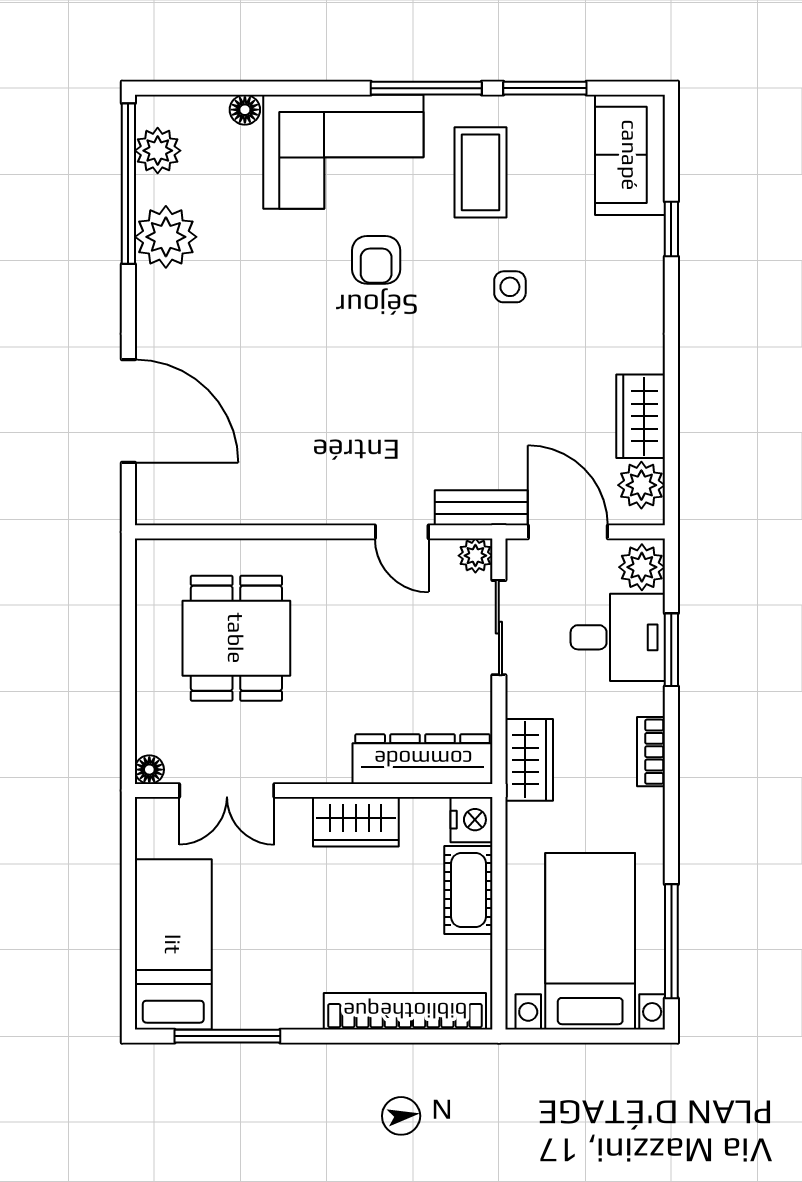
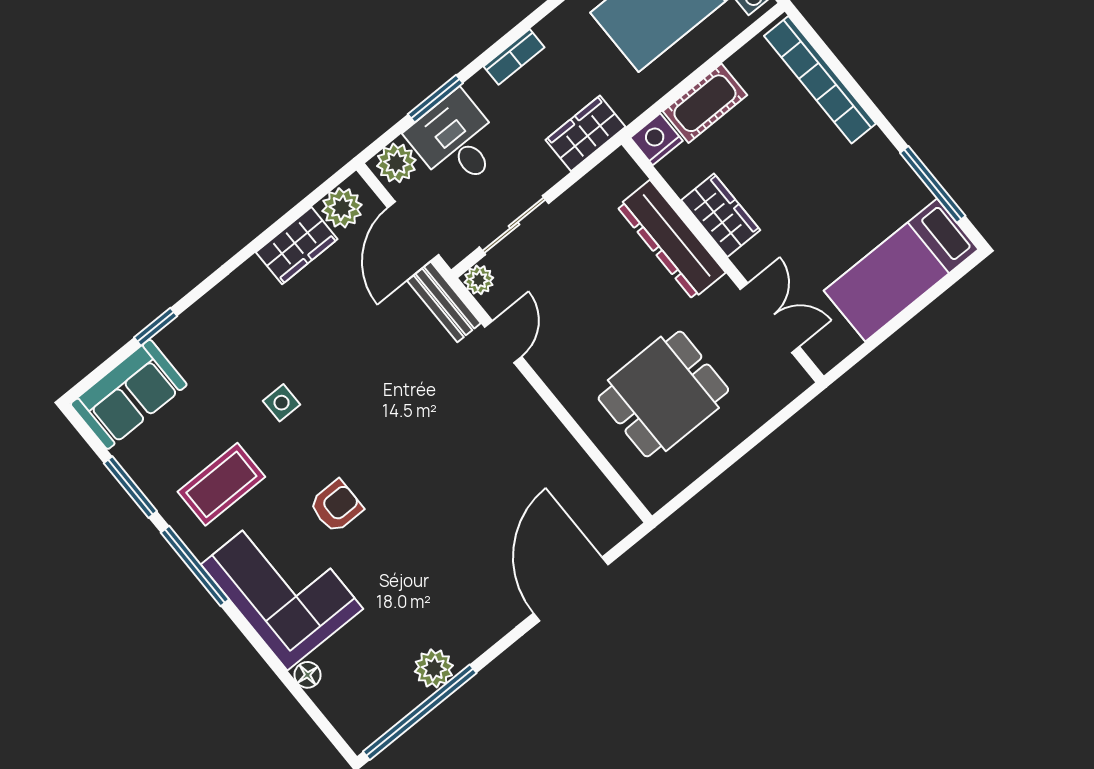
plant: (158, 151) -> (382, 711), removed
plant: (166, 237) -> (434, 668), width x0.73, depth x0.73
dresser: (423, 759) -> (671, 240), moved
floor lamp: (149, 770) -> (798, 381), removed

